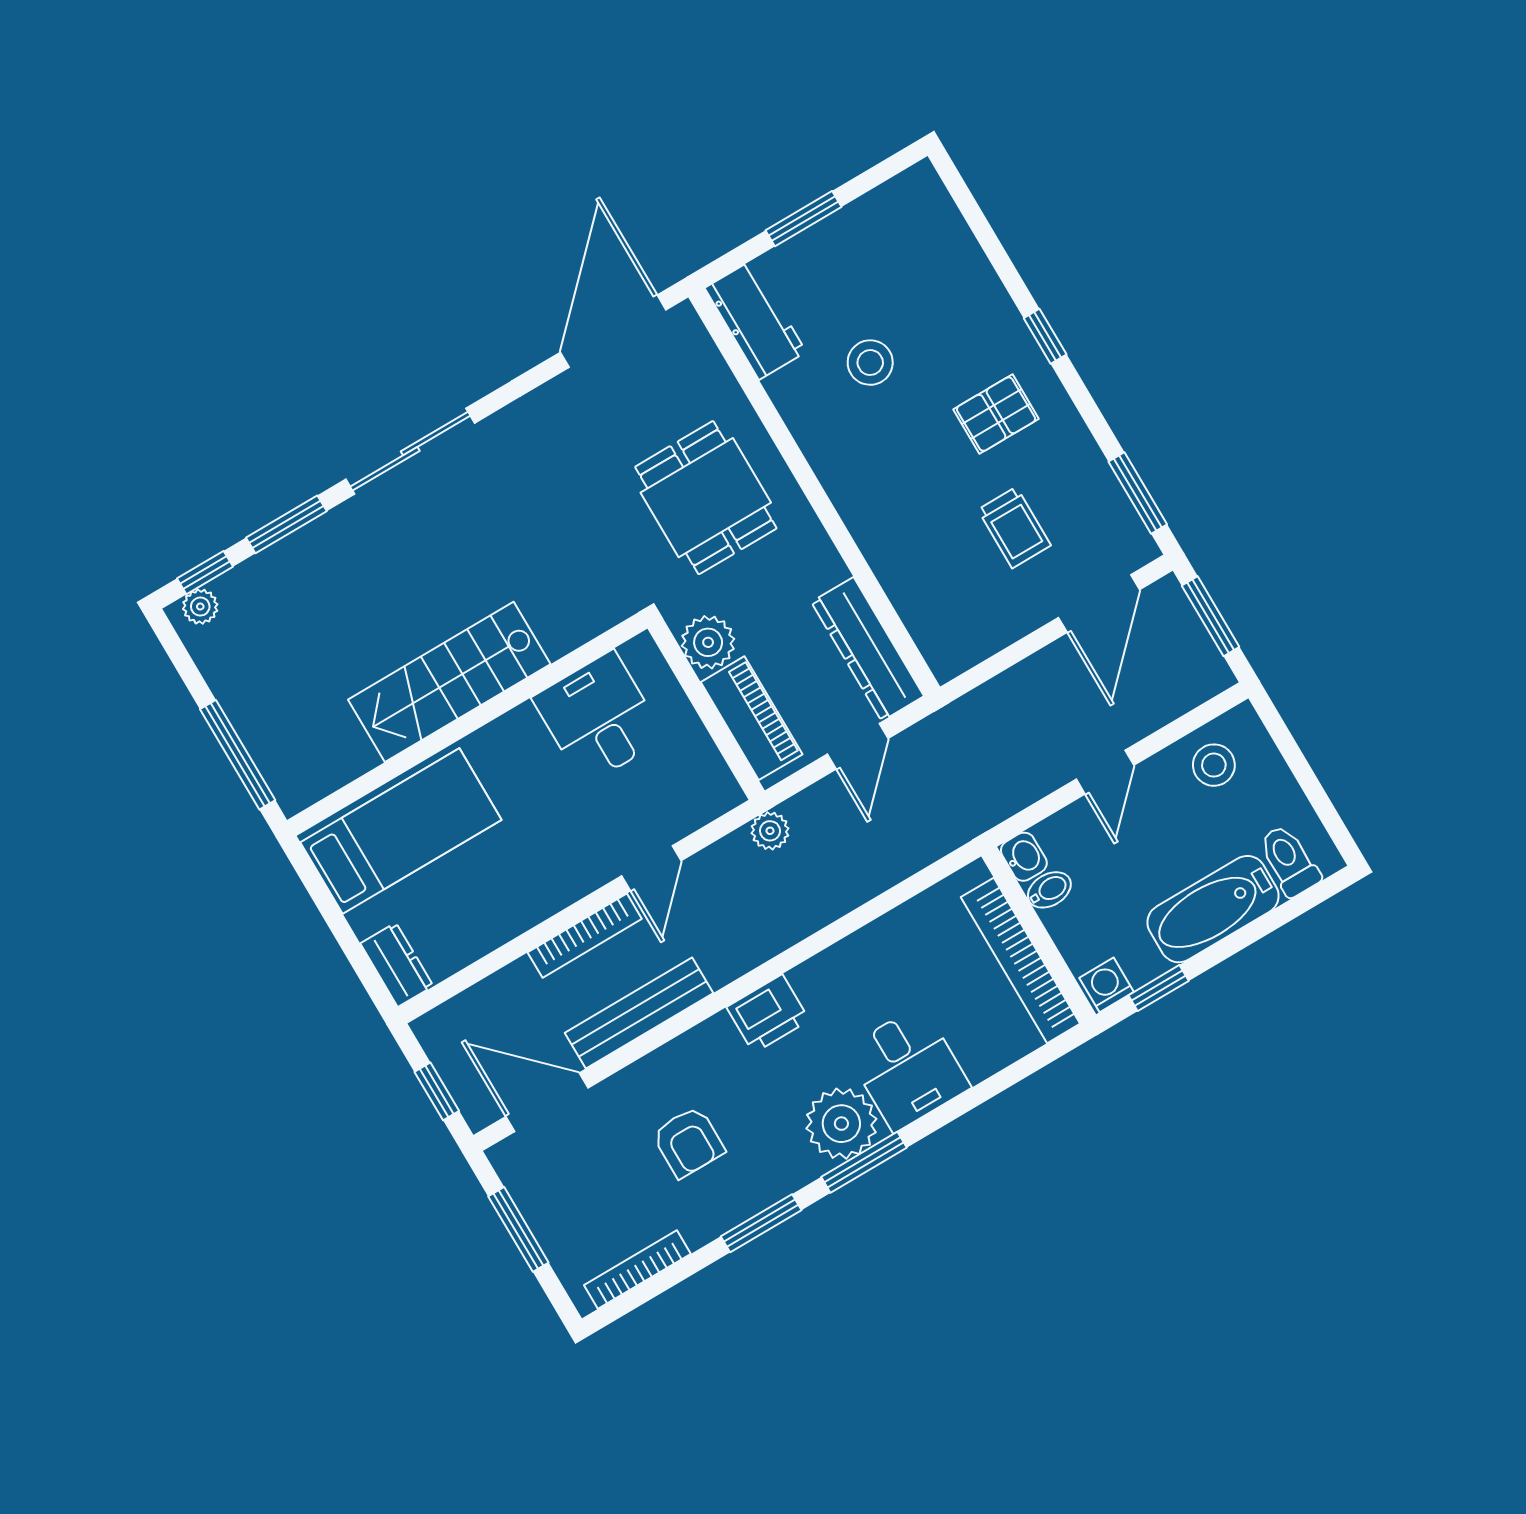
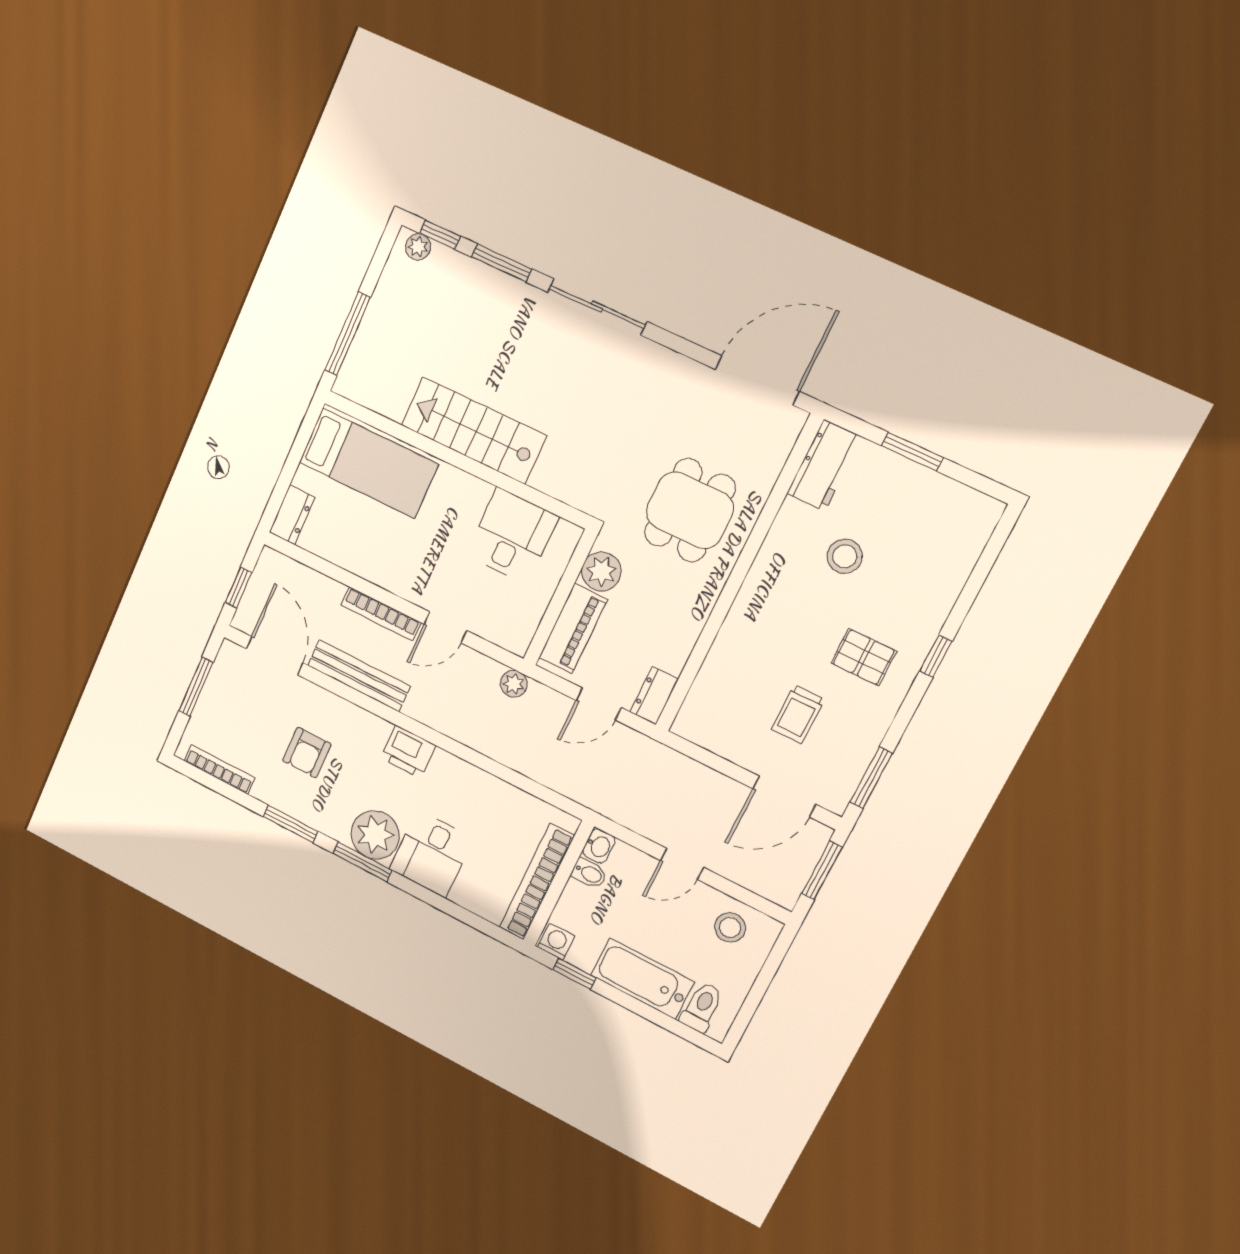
dresser: (868, 649) -> (654, 696), width x0.51, depth x0.80

